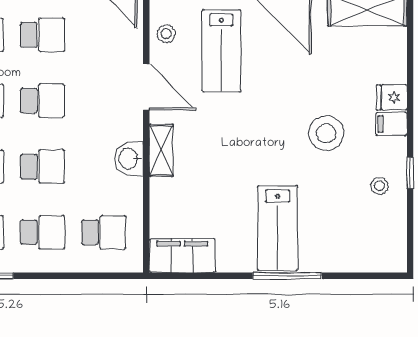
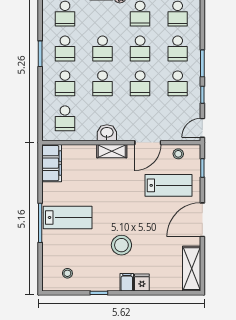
lab bench: (221, 51) -> (169, 185), turned 180
stool: (379, 186) -> (67, 273), moved
lab bench: (278, 228) -> (68, 217), turned 180

